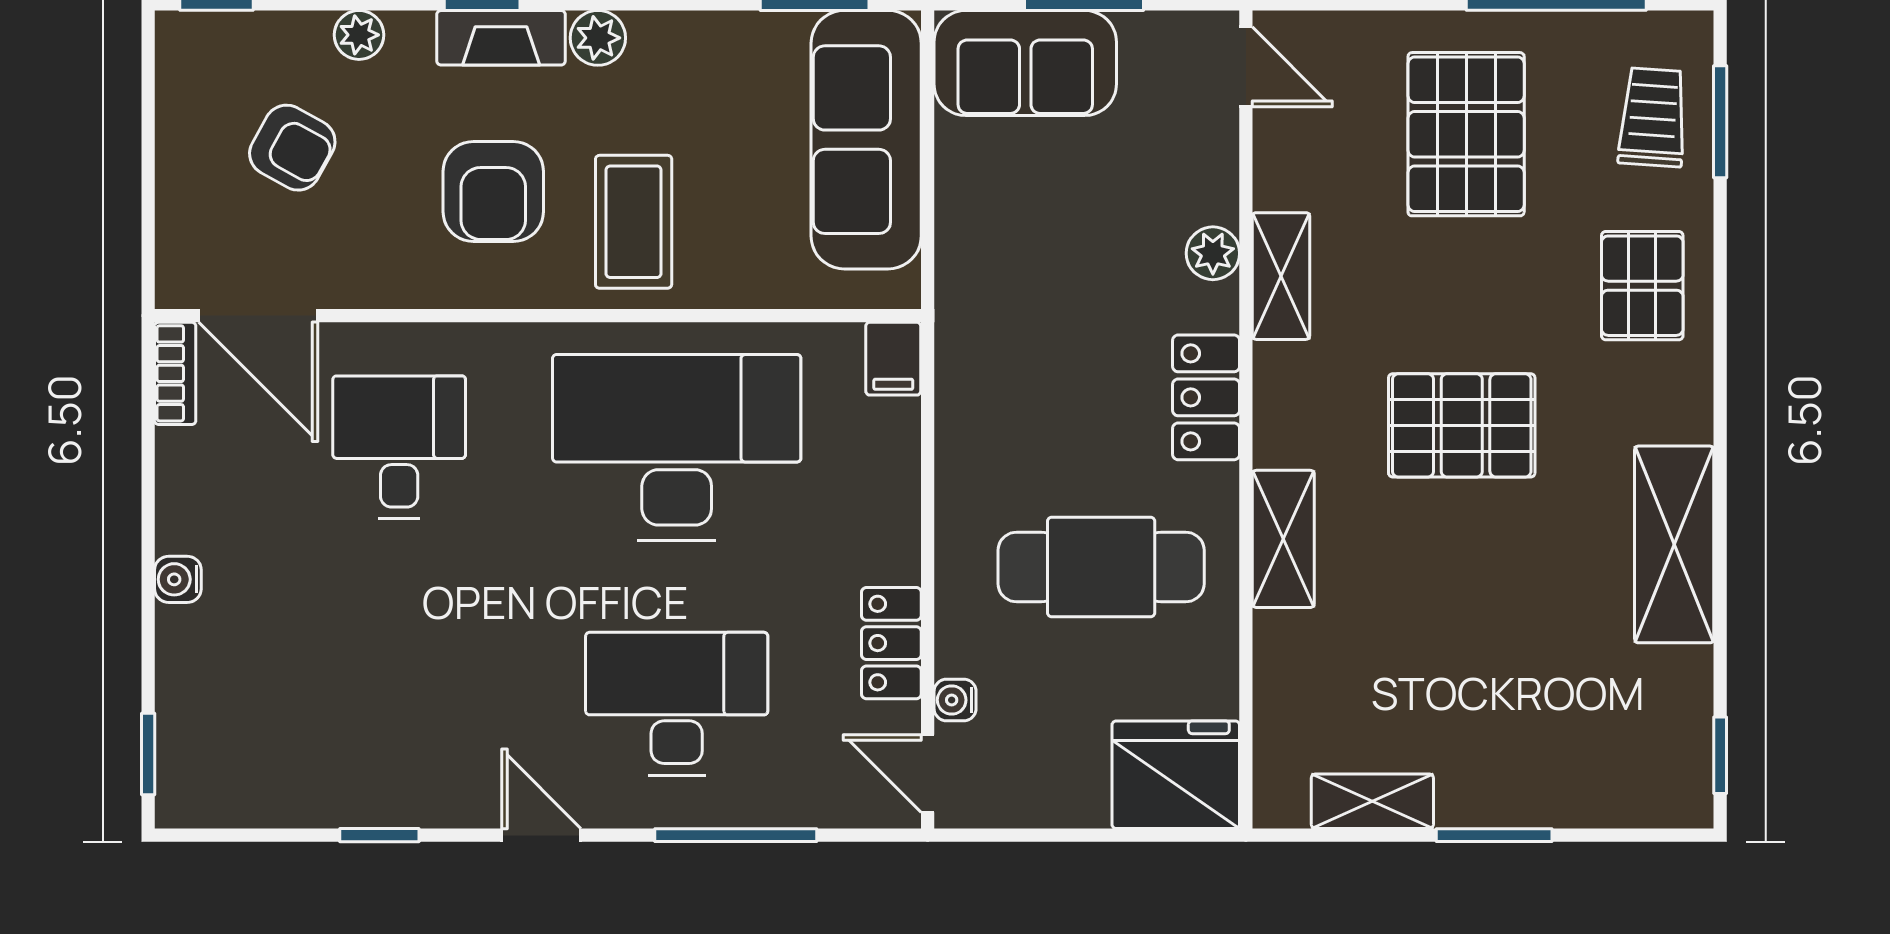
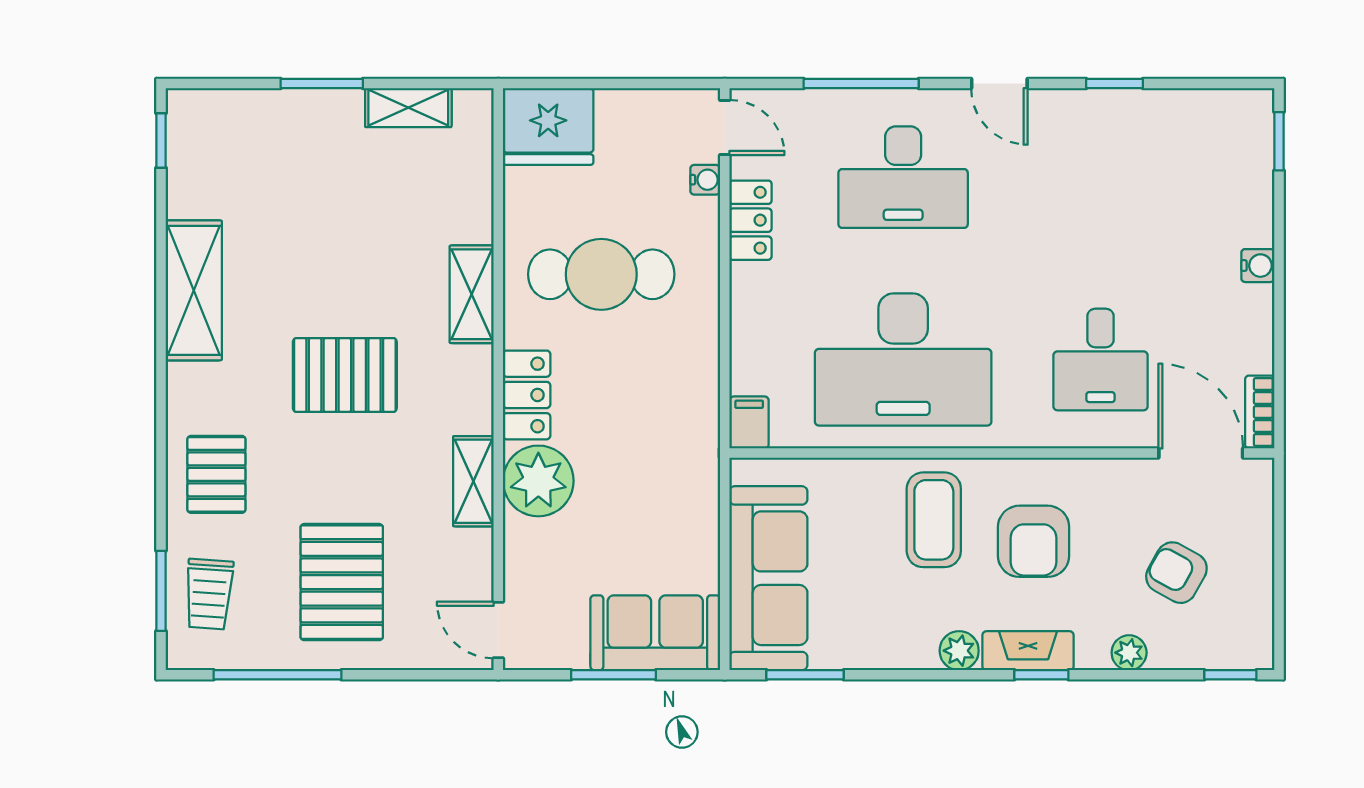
armchair: (493, 191) -> (1034, 541), turned 180
plant: (1213, 253) -> (538, 481), width x1.87, depth x1.87

